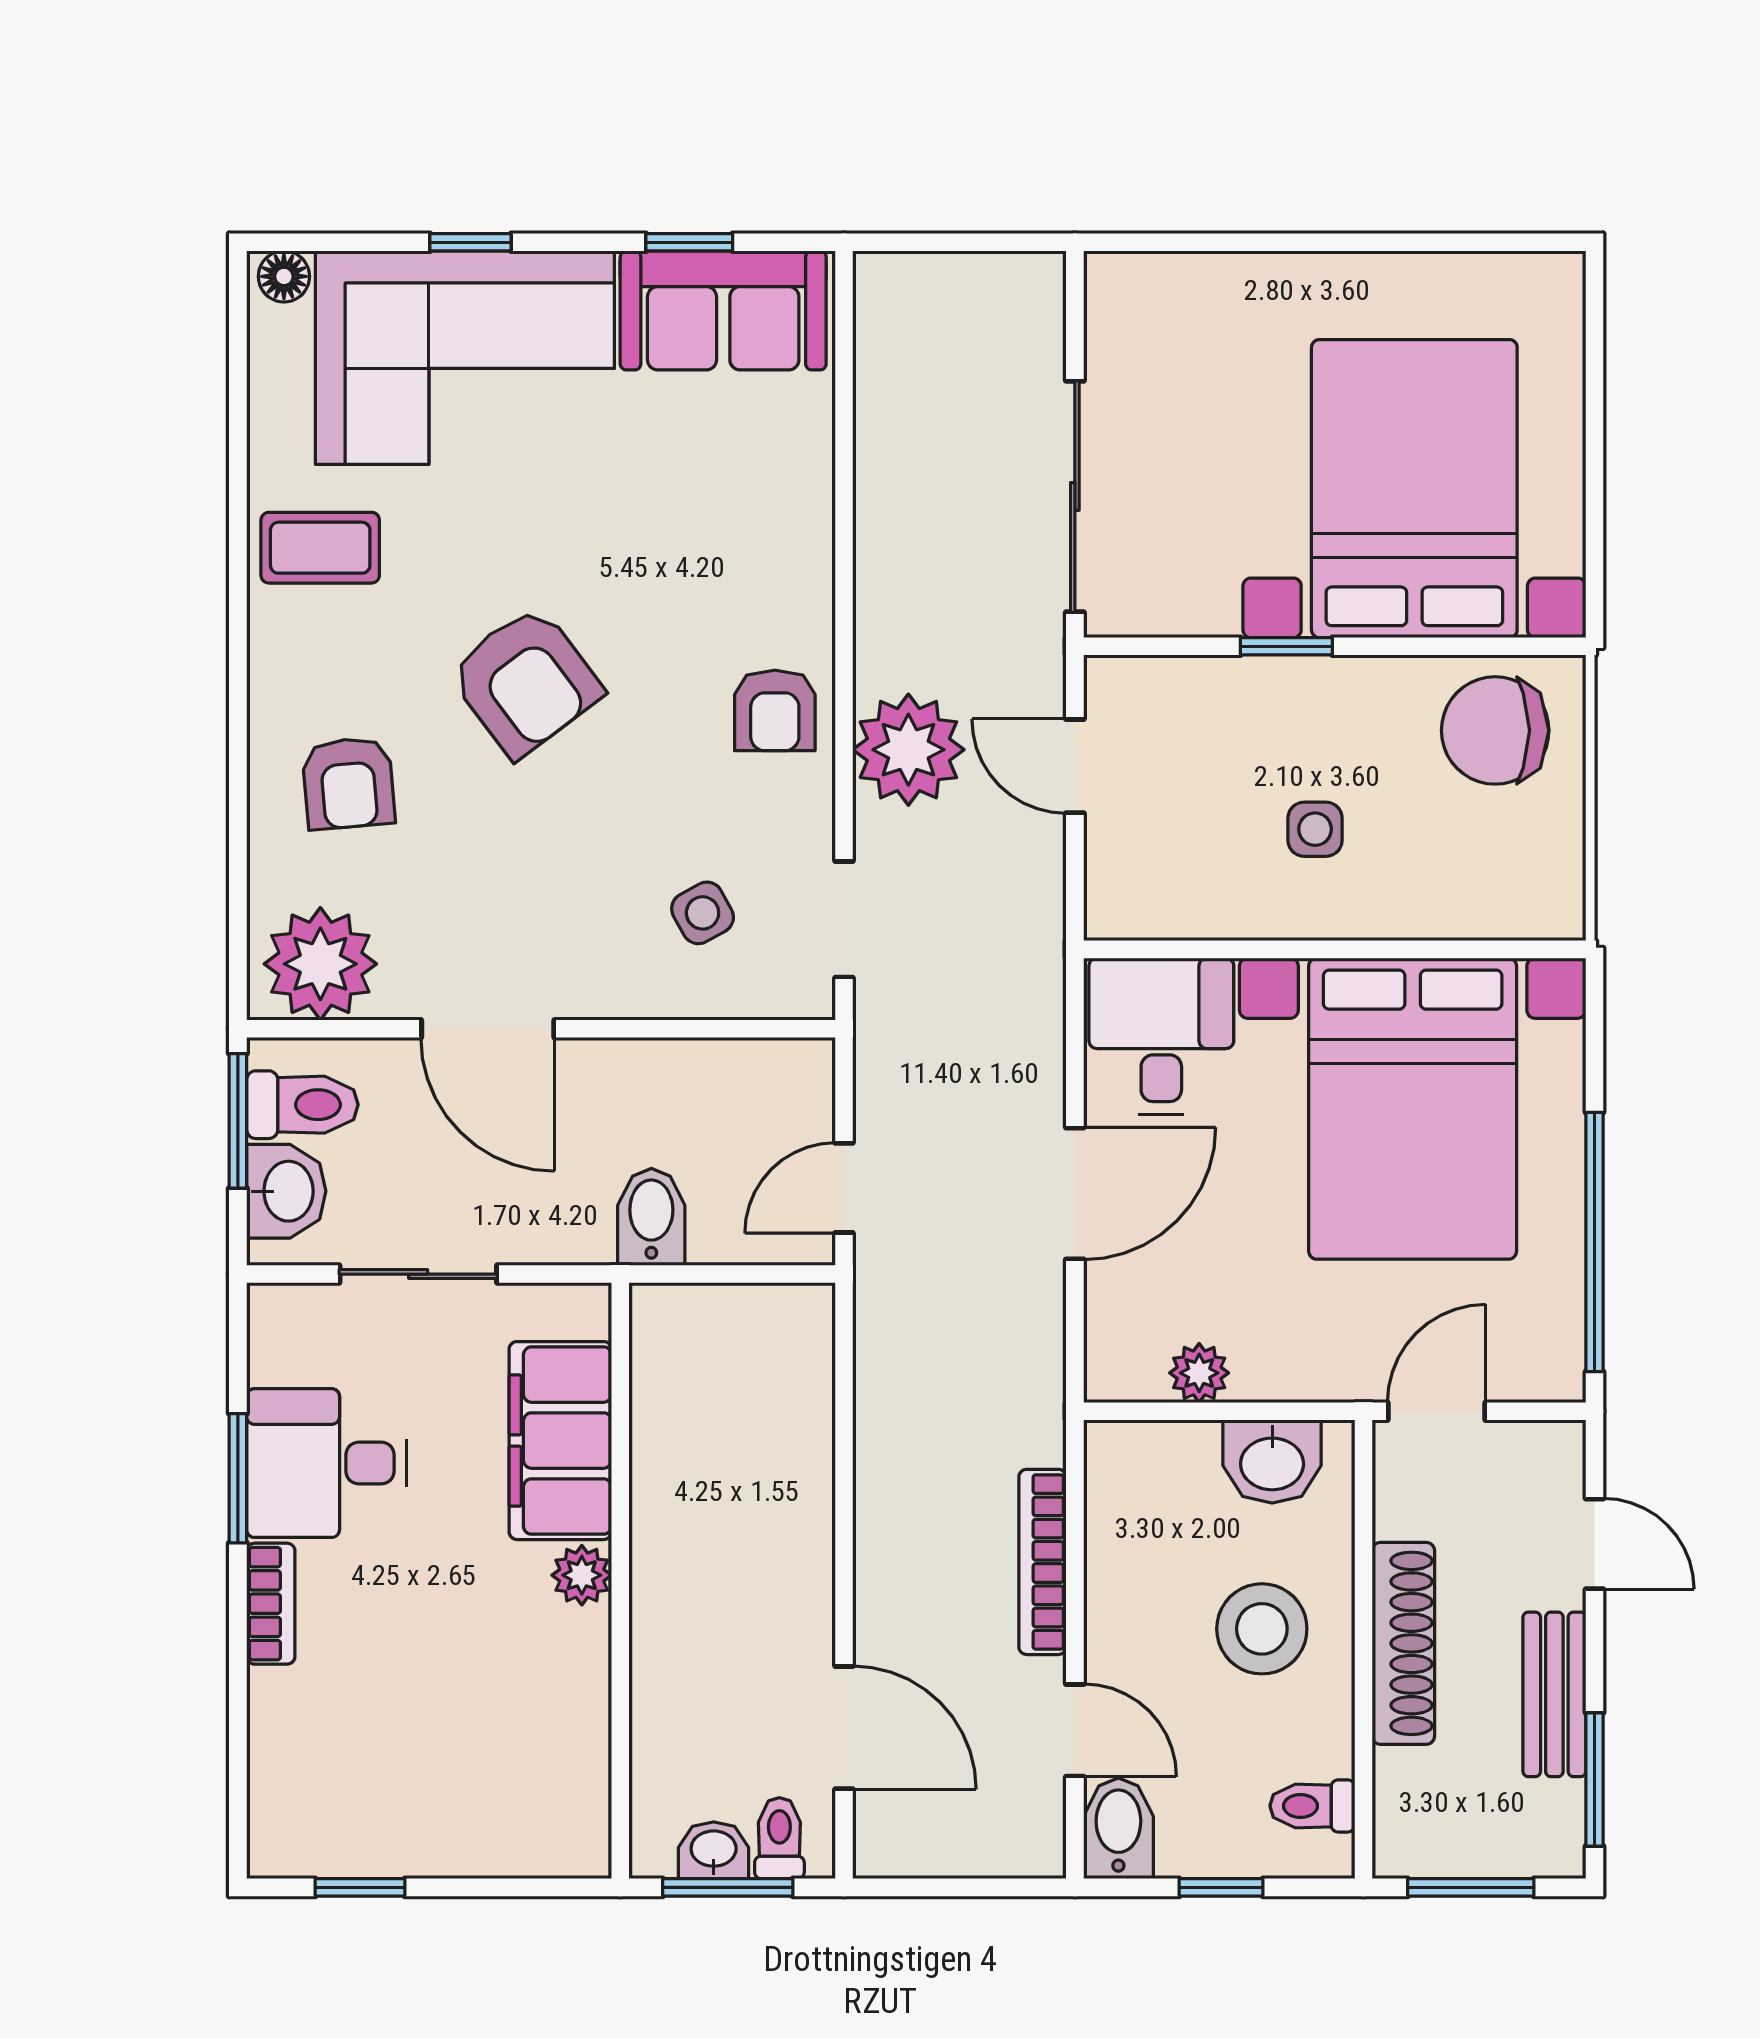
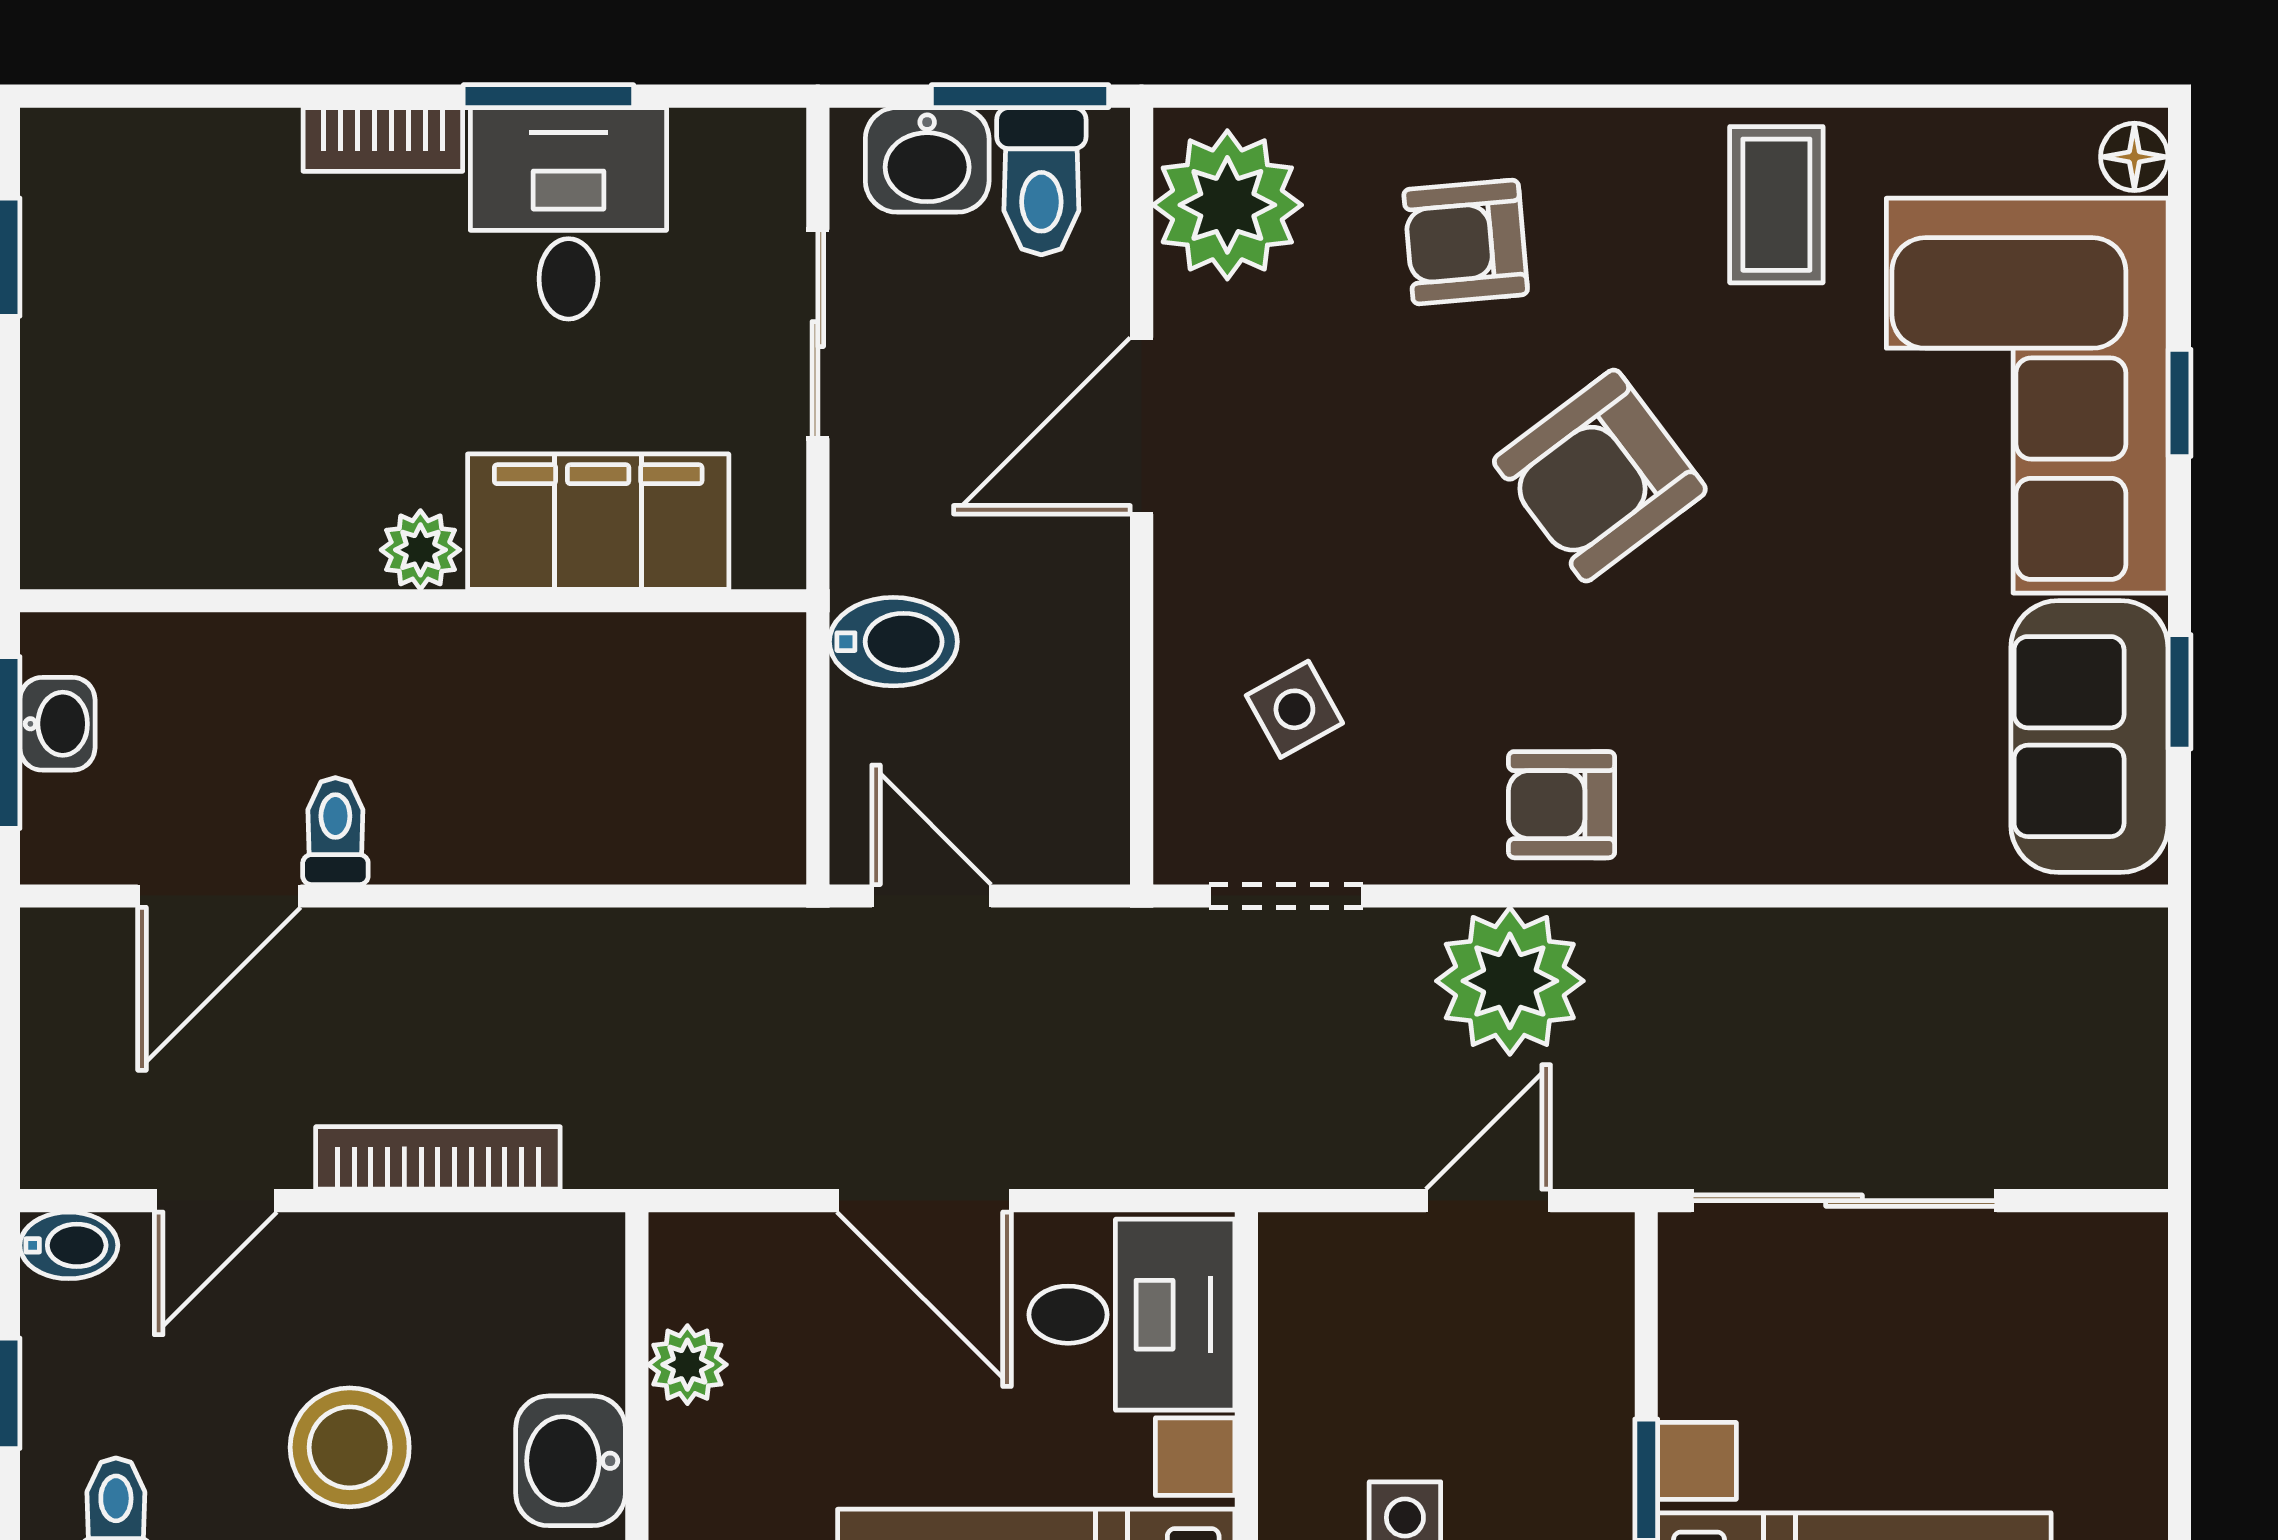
bidet: (1118, 1828) -> (69, 1245), width x0.72, depth x0.74
toilet: (779, 1838) -> (335, 831), moved, turned -90

